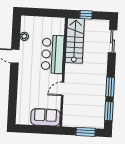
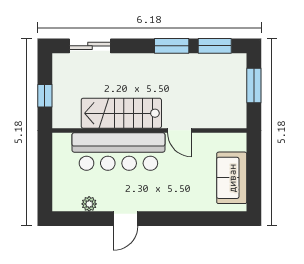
stairs: (75, 41) -> (121, 113), moved
bar counter: (53, 54) -> (118, 152), width x1.36
sofa: (45, 117) -> (232, 178), moved

